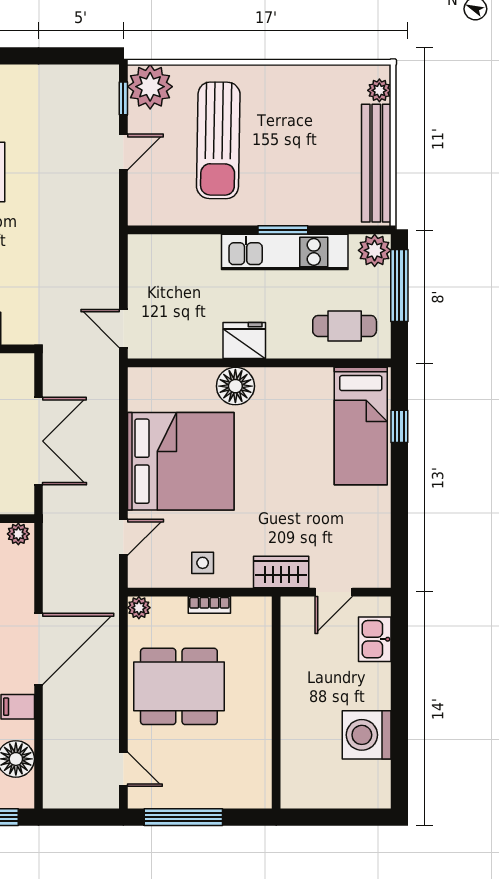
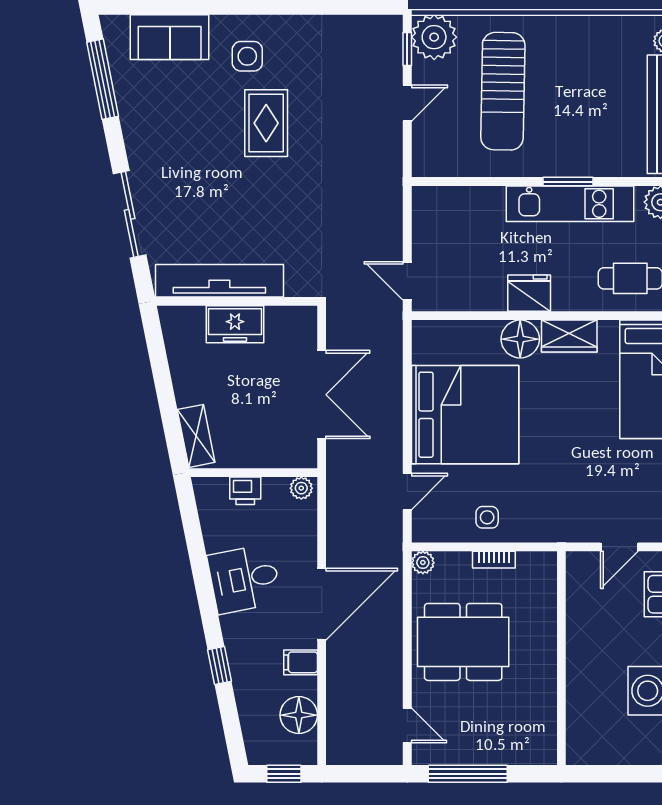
wardrobe: (281, 572) -> (569, 336), moved, turned 180

